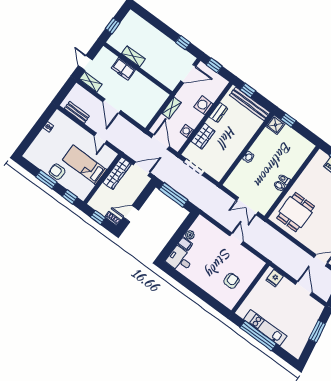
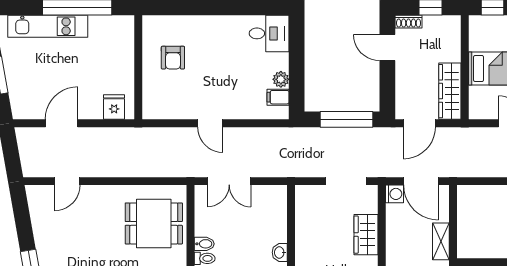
washing machine: (187, 131) -> (394, 194), moved
double door: (247, 206) -> (229, 181), swing flipped
dining table: (296, 212) -> (154, 223), turned 90
door: (131, 214) -> (387, 48), swing flipped
filing cabinet: (185, 244) -> (278, 97), moved
door: (304, 288) -> (62, 123), swing flipped
kitchen unit: (265, 328) -> (48, 26), moved

